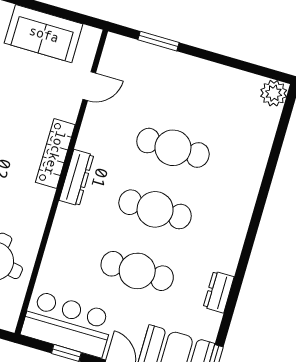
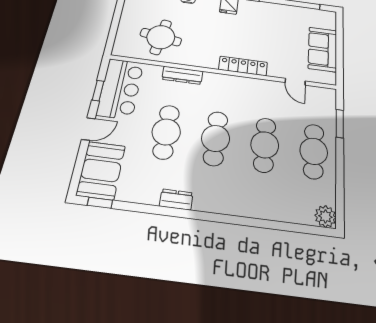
cafe table: (191, 86) -> (314, 151), added
dresser: (76, 178) -> (182, 75), moved
dresser: (219, 292) -> (176, 199), moved

